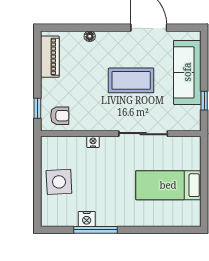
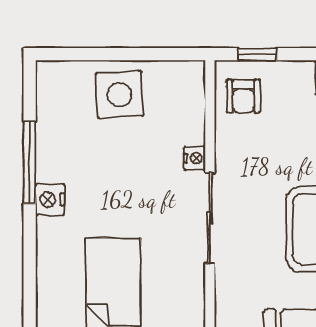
sliding door: (143, 134) -> (210, 218), moved
nightstand: (87, 219) -> (50, 200), moved

